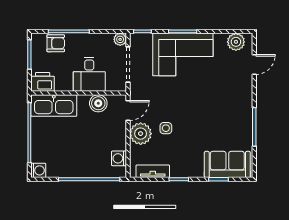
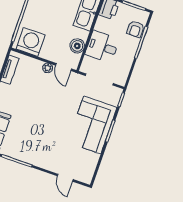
plant: (120, 39) -> (121, 80), removed
plant: (236, 42) -> (88, 170), removed
side table: (166, 128) -> (40, 92), removed
plant: (141, 134) -> (48, 68), width x0.53, depth x0.53
washing machine: (119, 158) -> (31, 42), width x1.89, depth x1.89

